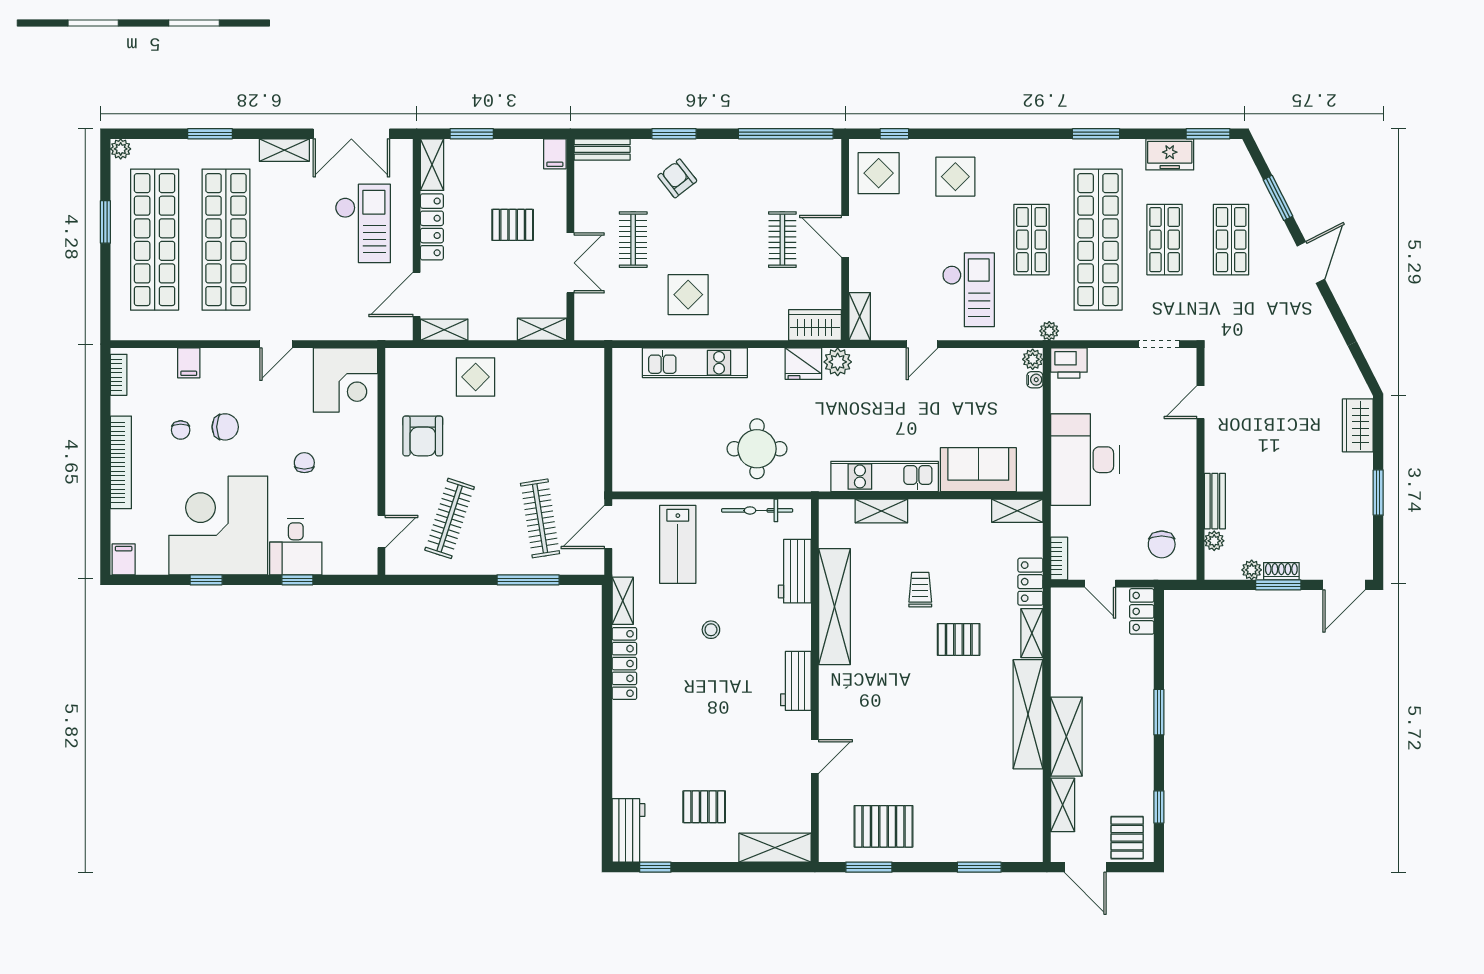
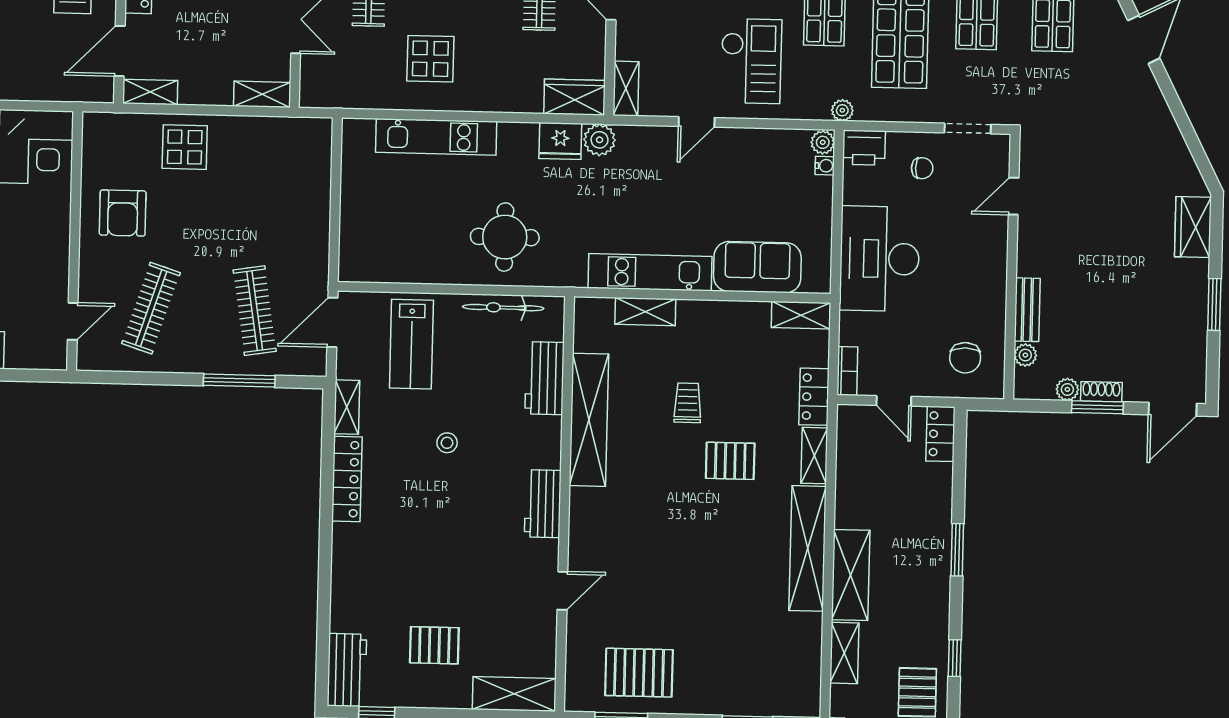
chair: (1120, 380) -> (922, 168), added

